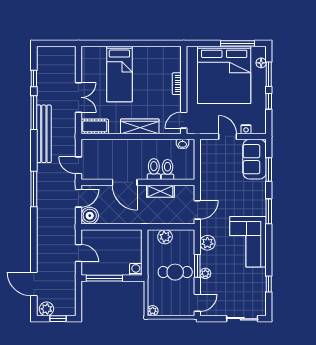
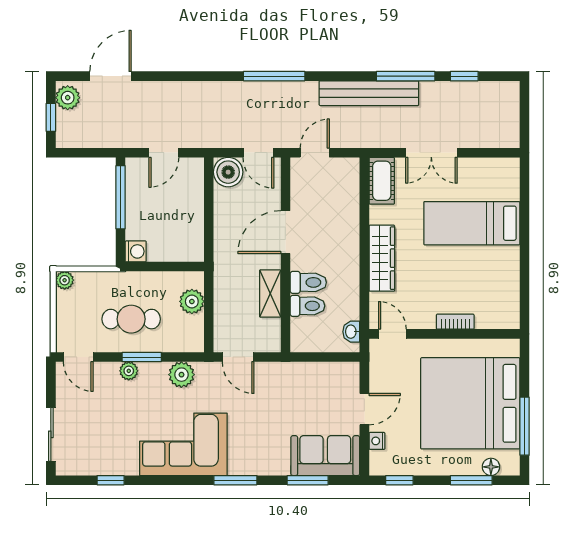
window: (269, 101) -> (399, 480), moved
cafe table: (175, 272) -> (131, 319), turned 90

